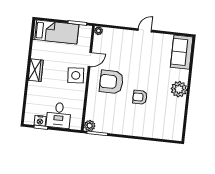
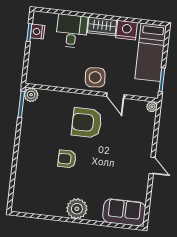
nightstand: (39, 51) -> (127, 30), added
armchair: (111, 82) -> (87, 123), turned -90
armchair: (140, 97) -> (67, 159), turned -90
desk: (59, 115) -> (72, 31), moved, turned 90

